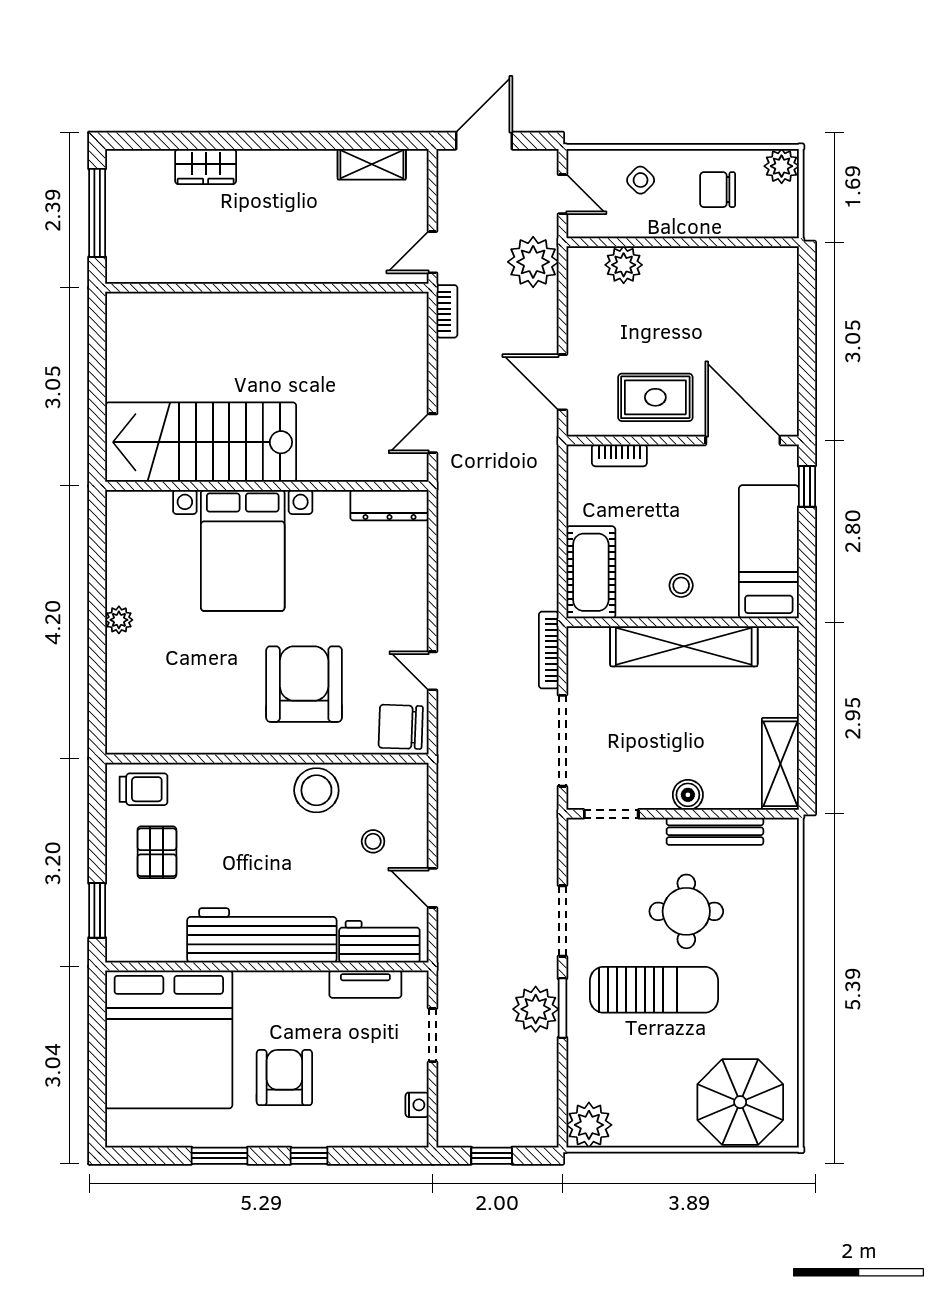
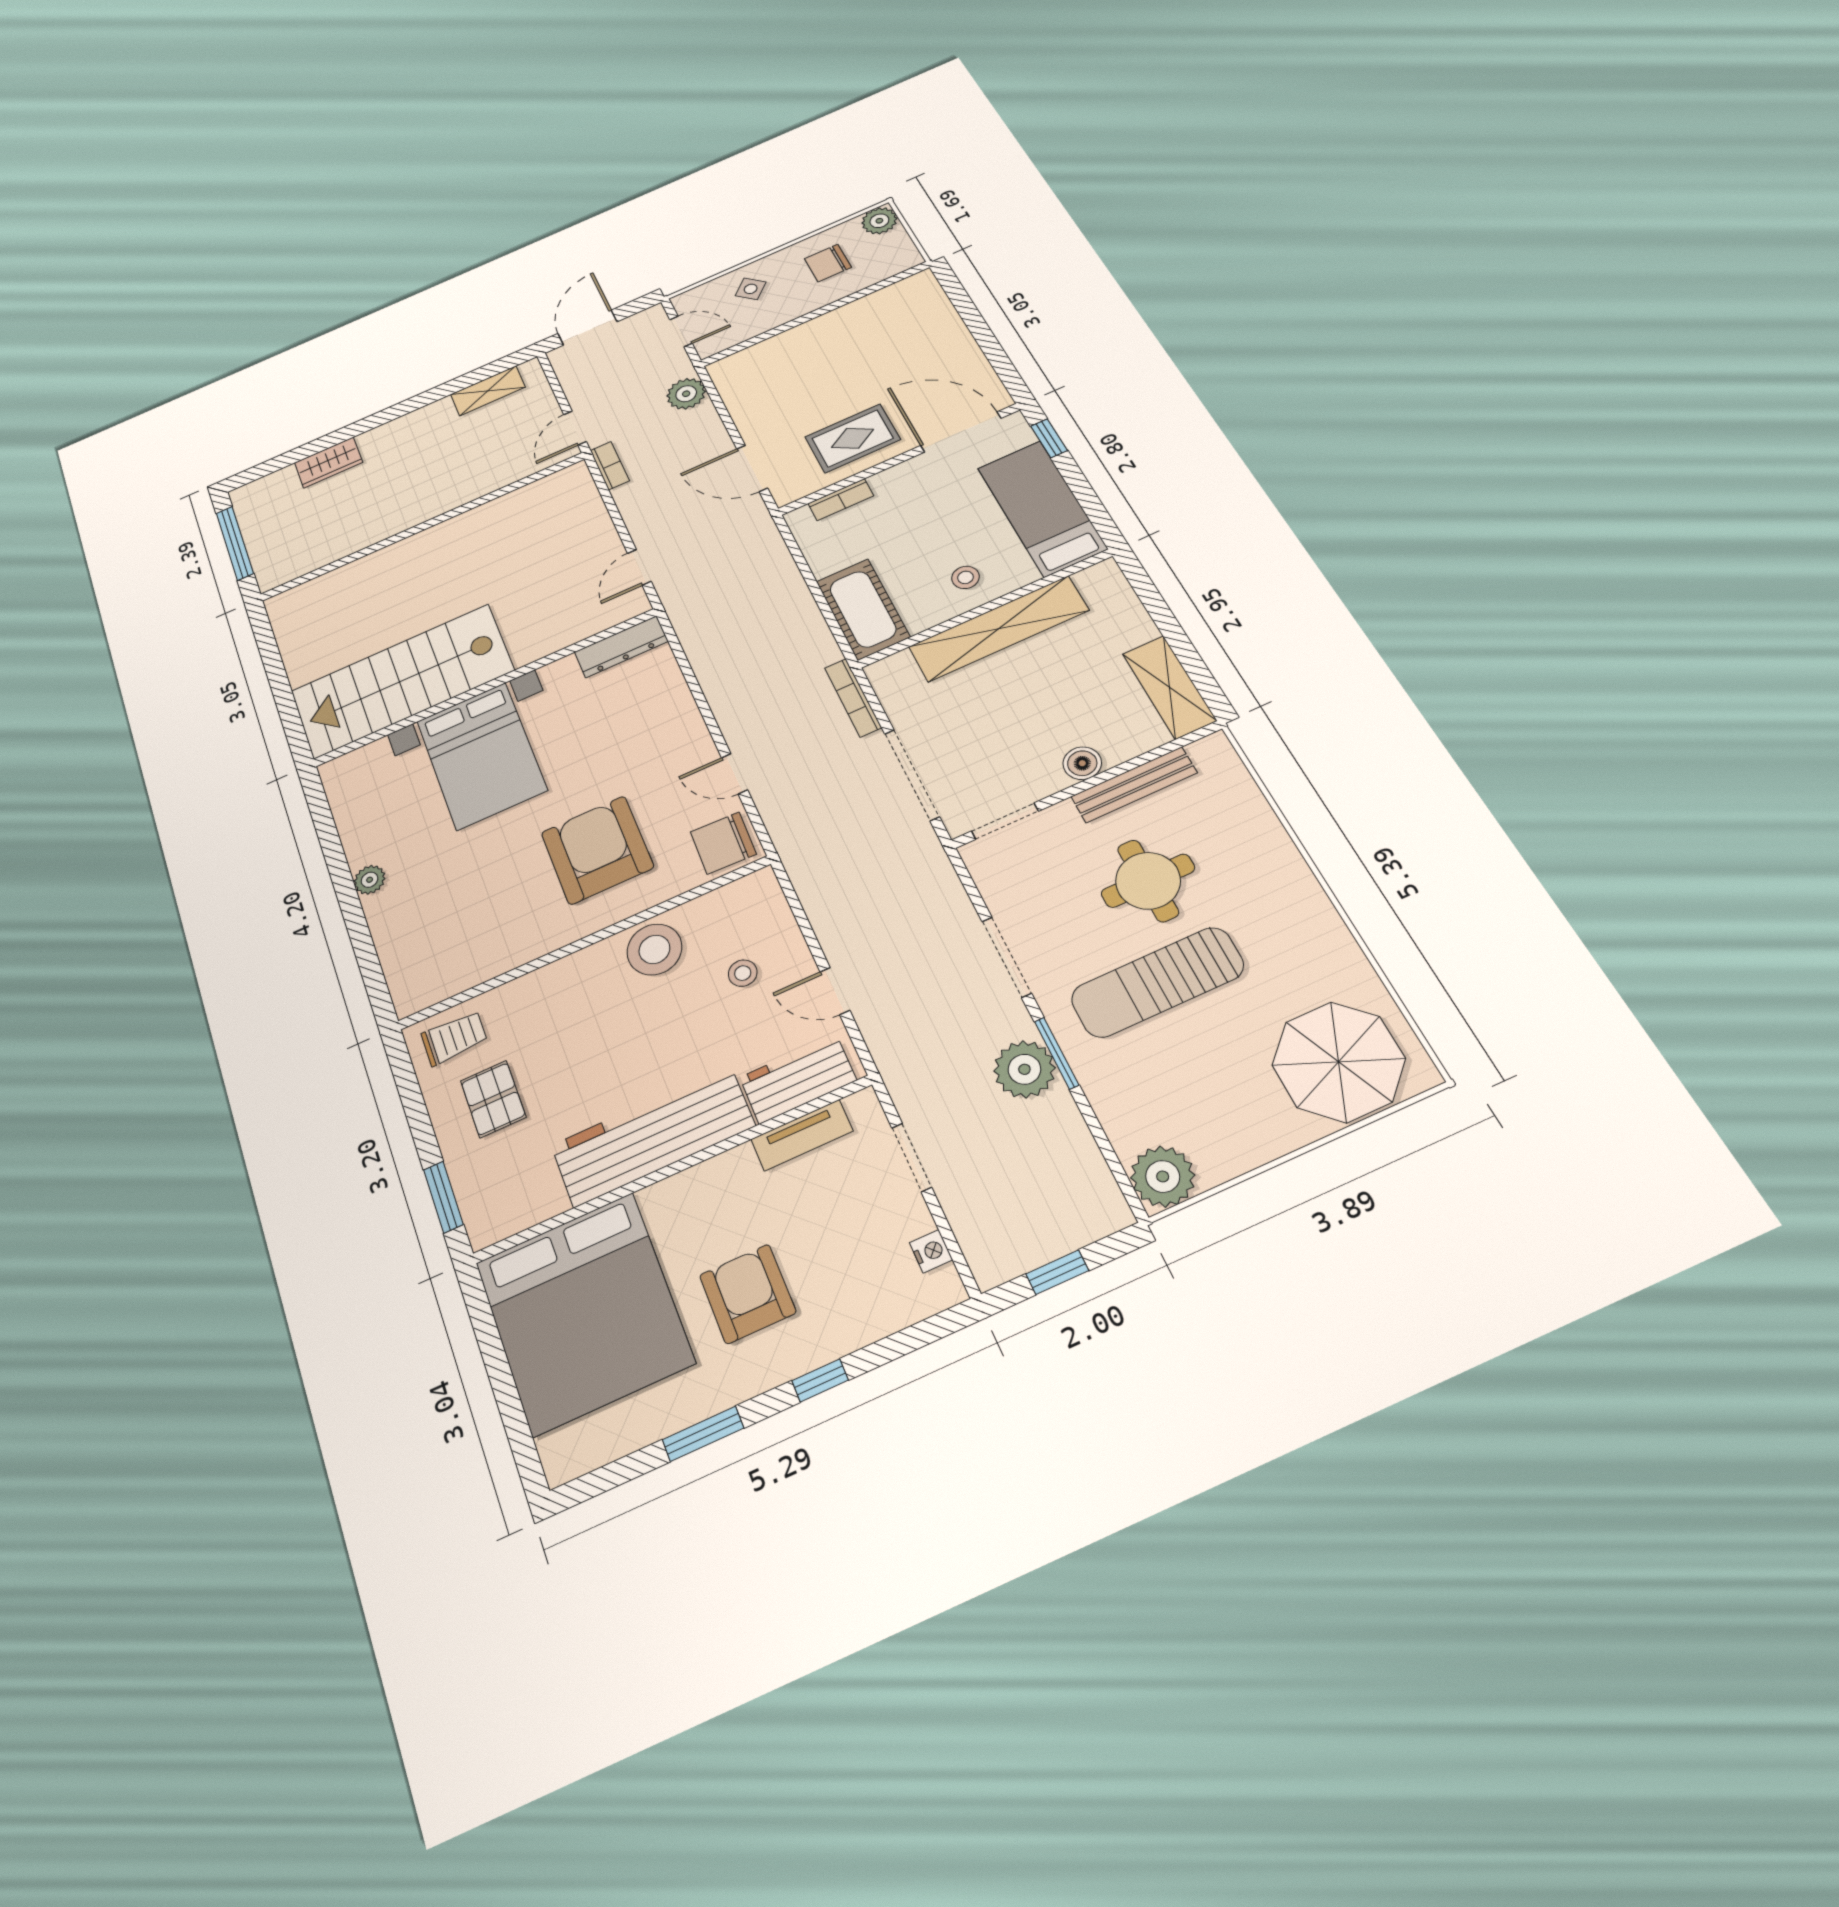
plant: (533, 262) -> (686, 394), width x0.73, depth x0.73
plant: (624, 265) -> (767, 355), removed
sun lounger: (654, 990) -> (1157, 982), turned 180

